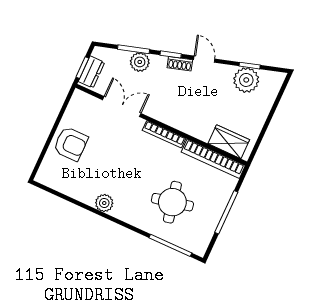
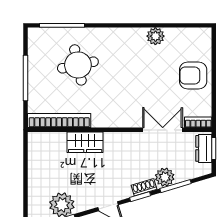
shoe rack: (180, 64) -> (144, 187), moved
double door: (122, 107) -> (163, 130), swing flipped
bookcase: (164, 134) -> (198, 122), moved, width x0.64
wardrobe: (229, 142) -> (85, 142), moved
plant: (104, 203) -> (155, 36), moved

